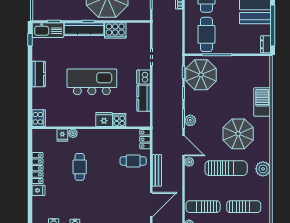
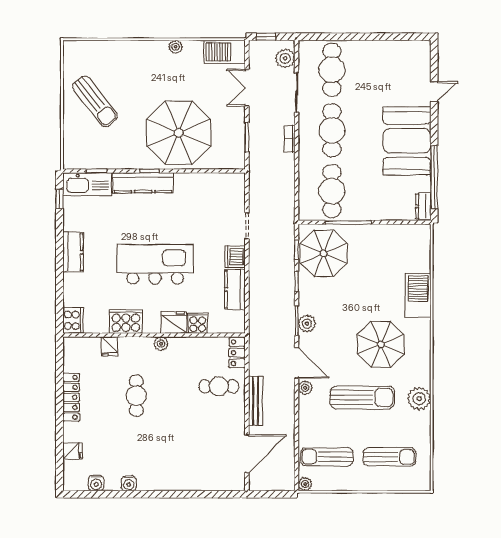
cooker: (115, 30) -> (126, 321), moved, turned 180
plant: (73, 133) -> (161, 344), moved
fridge: (38, 190) -> (73, 451), moved

